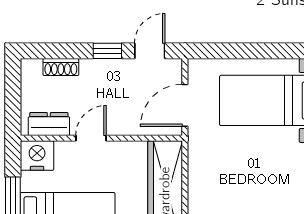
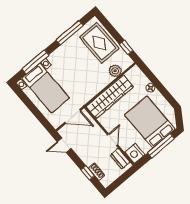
window: (107, 51) -> (88, 173), moved
door: (91, 138) -> (112, 140), swing flipped

